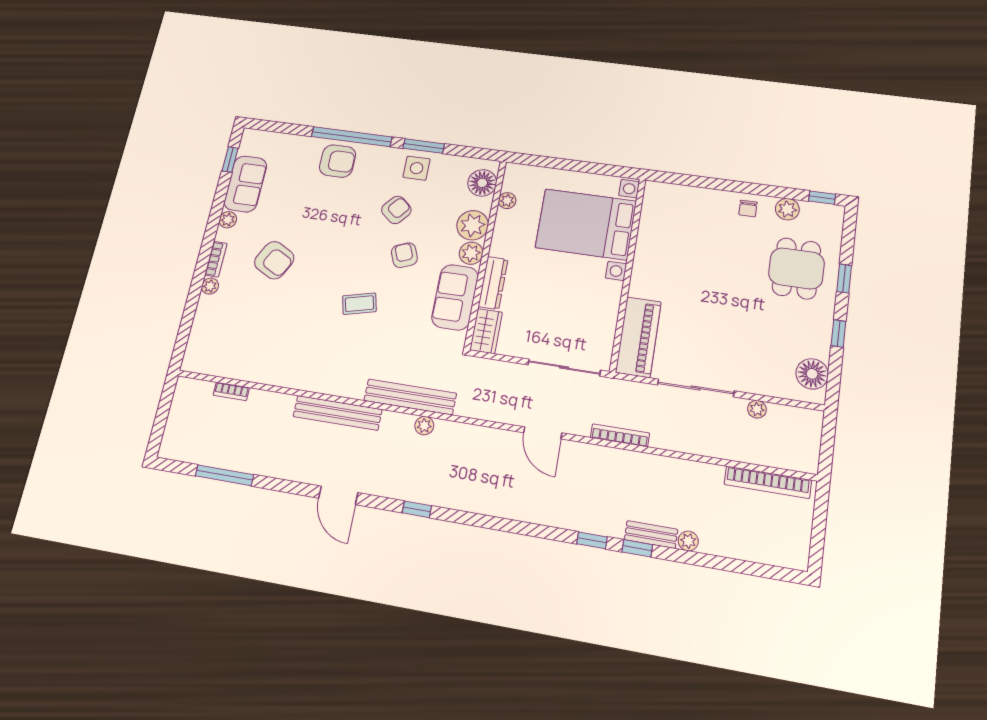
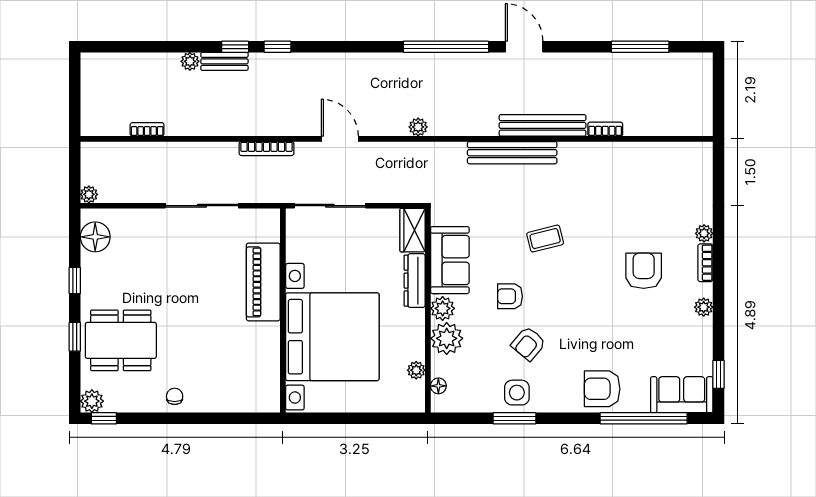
window: (352, 137) -> (644, 418), moved
floor lamp: (482, 183) -> (438, 386), width x0.53, depth x0.53
sofa: (245, 184) -> (682, 395), moved, turned 90
plant: (787, 209) -> (92, 401), moved
bed with nightstands: (586, 224) -> (332, 337), width x1.36
armchair: (404, 255) -> (510, 296), turned 112
armchair: (274, 260) -> (644, 271), turned 62
dining table: (796, 268) -> (121, 340), width x1.38
piano: (638, 337) -> (263, 282), moved
bookcase: (231, 391) -> (605, 129), moved
bench: (410, 397) -> (512, 153), moved
plant: (757, 409) -> (89, 194), moved
plant: (424, 426) -> (418, 127), moved
bookcase: (768, 482) -> (147, 129), width x0.43, depth x0.76
window: (417, 509) -> (446, 47), width x3.17

